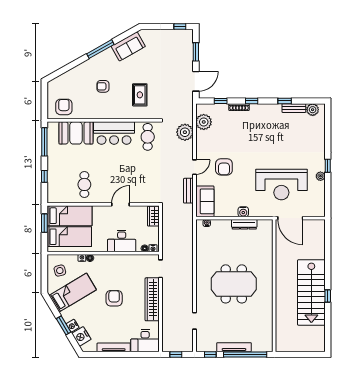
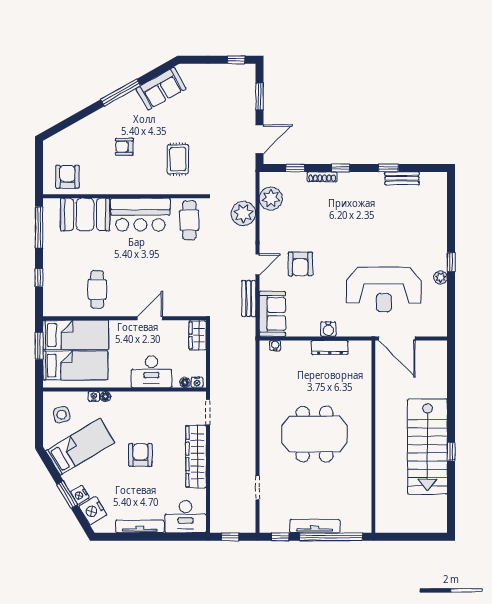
plant: (313, 110) -> (429, 181), removed

